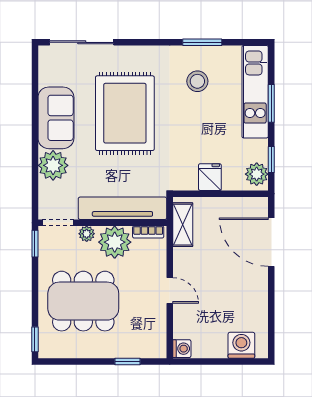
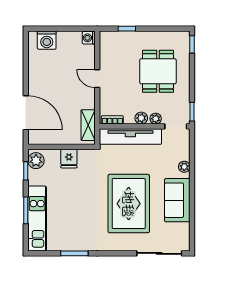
stool: (197, 81) -> (78, 226), removed
plant: (53, 165) -> (184, 167), width x0.53, depth x0.53
plant: (115, 242) -> (141, 118), width x0.53, depth x0.53
dining table: (83, 301) -> (158, 71), width x0.73

